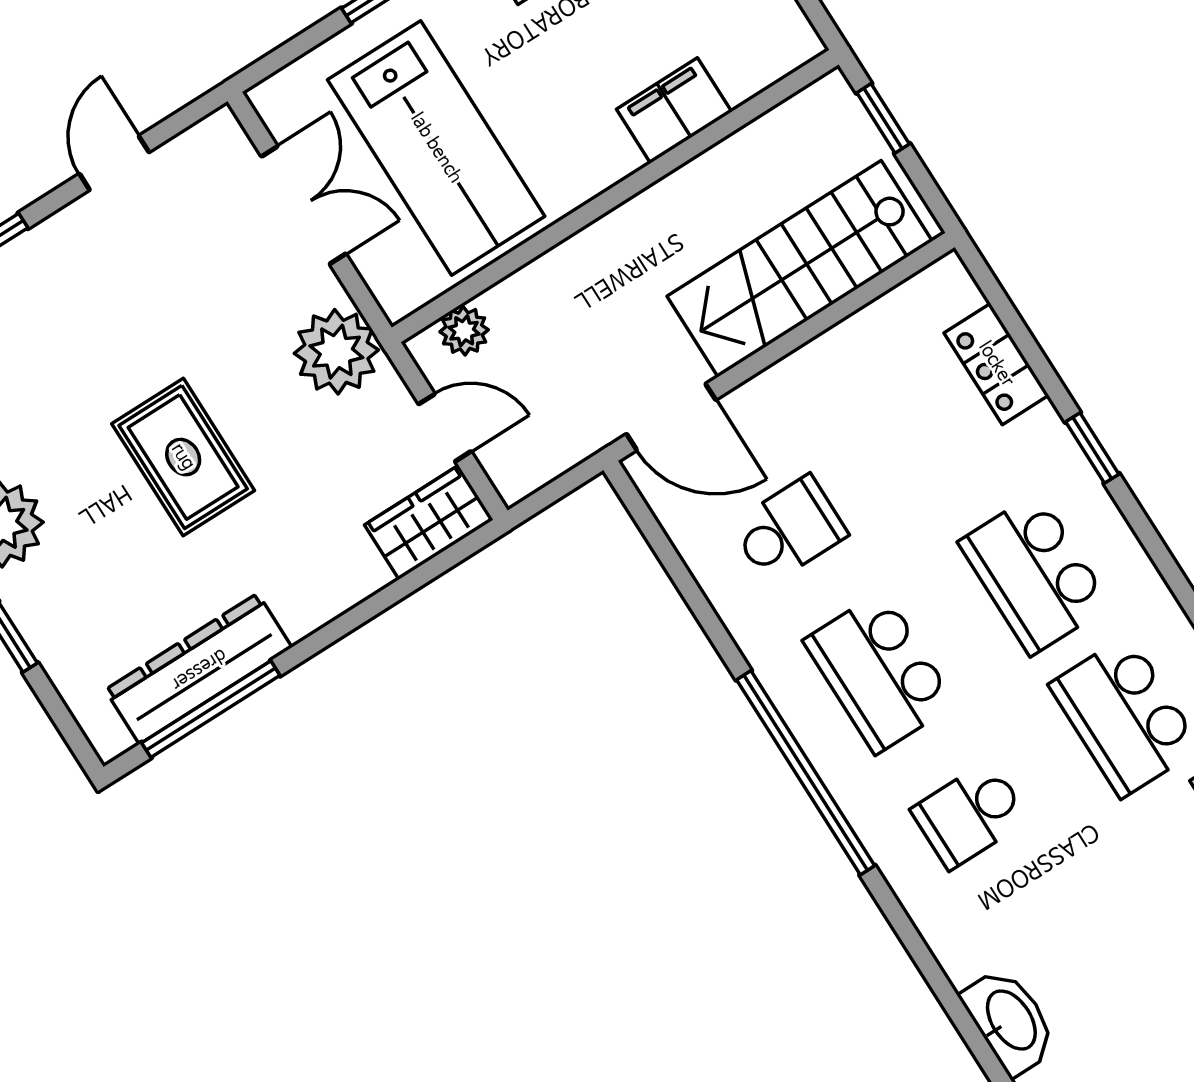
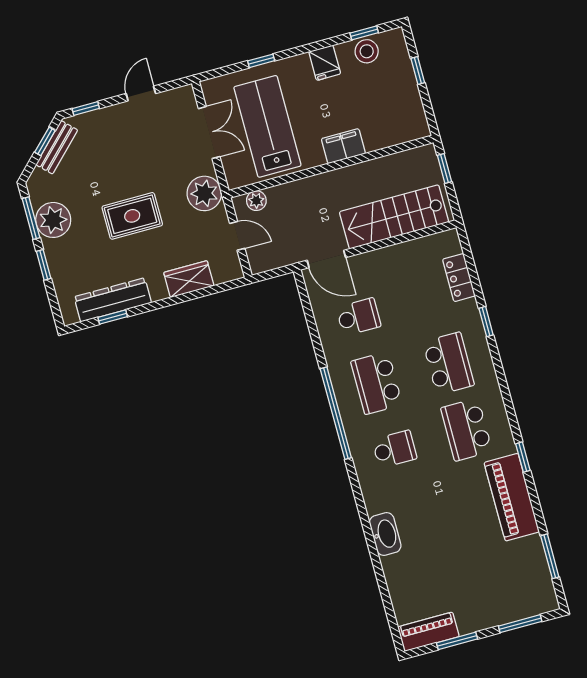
filing cabinet: (674, 111) -> (343, 146), moved
lab bench: (436, 148) -> (267, 126), turned 180
rug: (183, 457) -> (132, 216), turned 90
wardrobe: (429, 522) -> (189, 279), moved
school desk: (1034, 574) -> (449, 363), turned 180
window: (211, 709) -> (113, 317), width x0.46
school desk: (970, 815) -> (394, 449), turned 180

